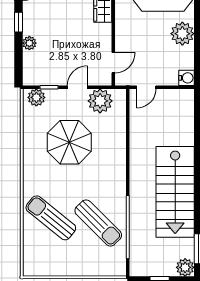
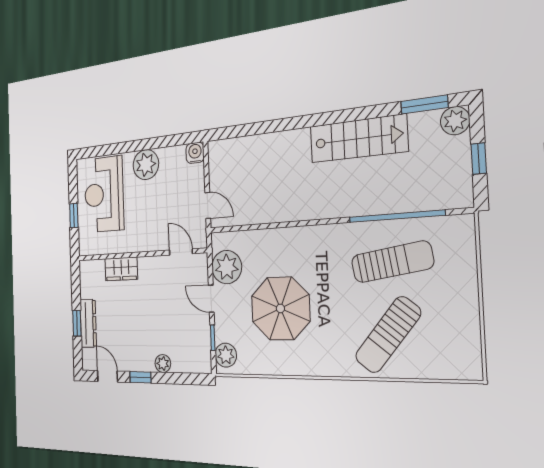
stairs: (175, 192) -> (358, 139), width x0.73, depth x0.66
sun lounger: (98, 223) -> (392, 262), turned 36

